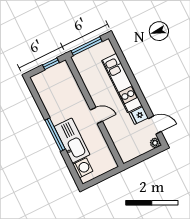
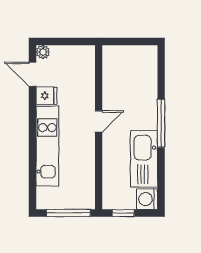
door: (96, 116) -> (99, 121), swing flipped
kitchen sink: (72, 141) -> (144, 159), moved
washing machine: (83, 168) -> (147, 199), moved

